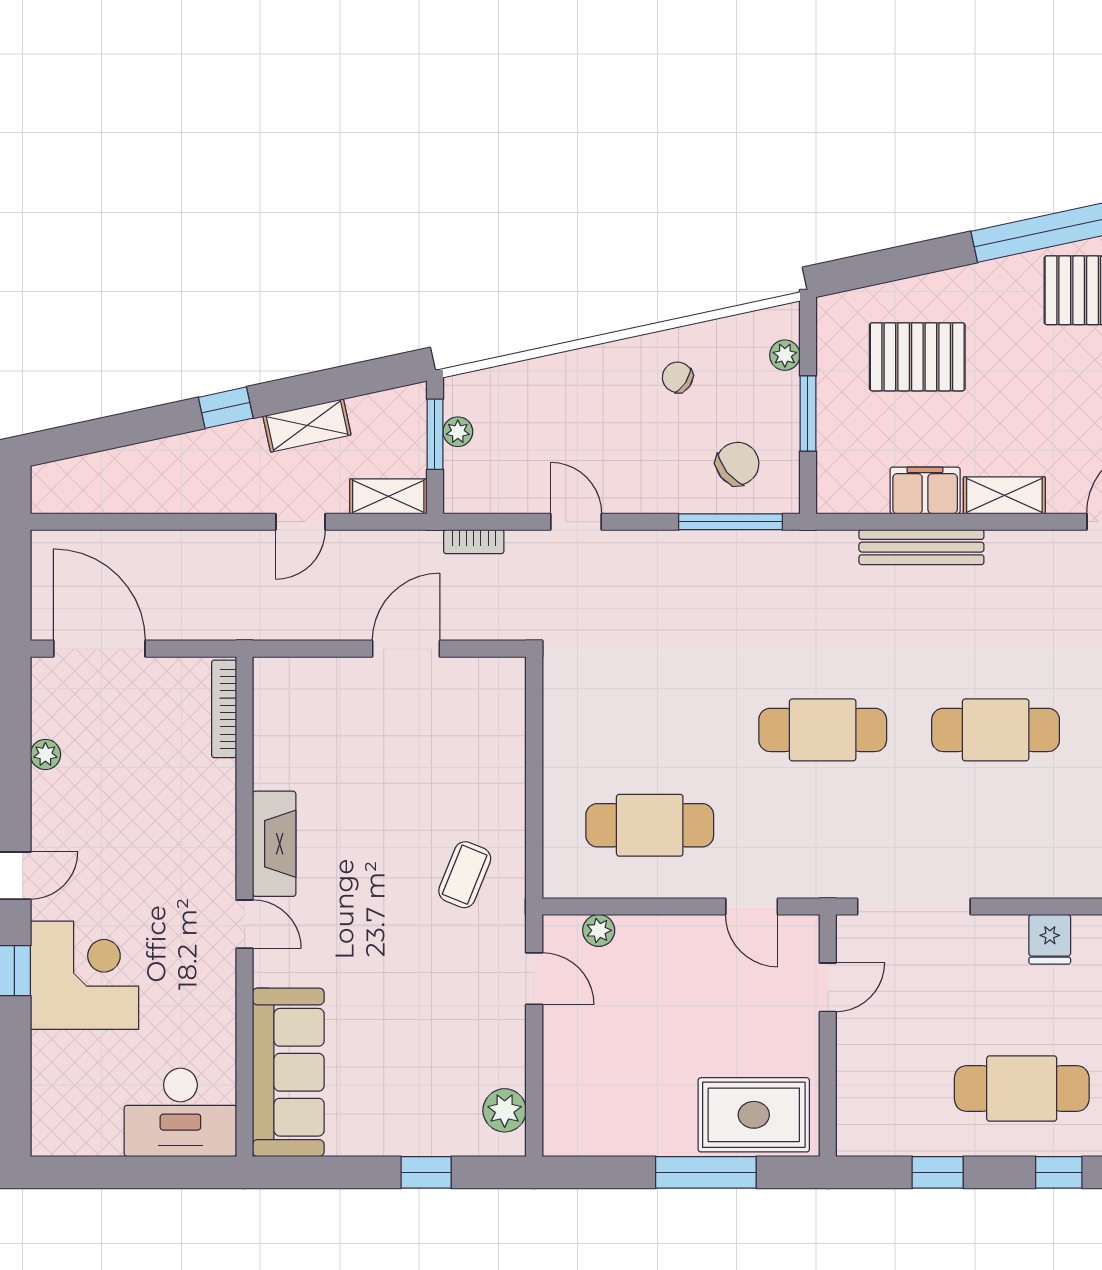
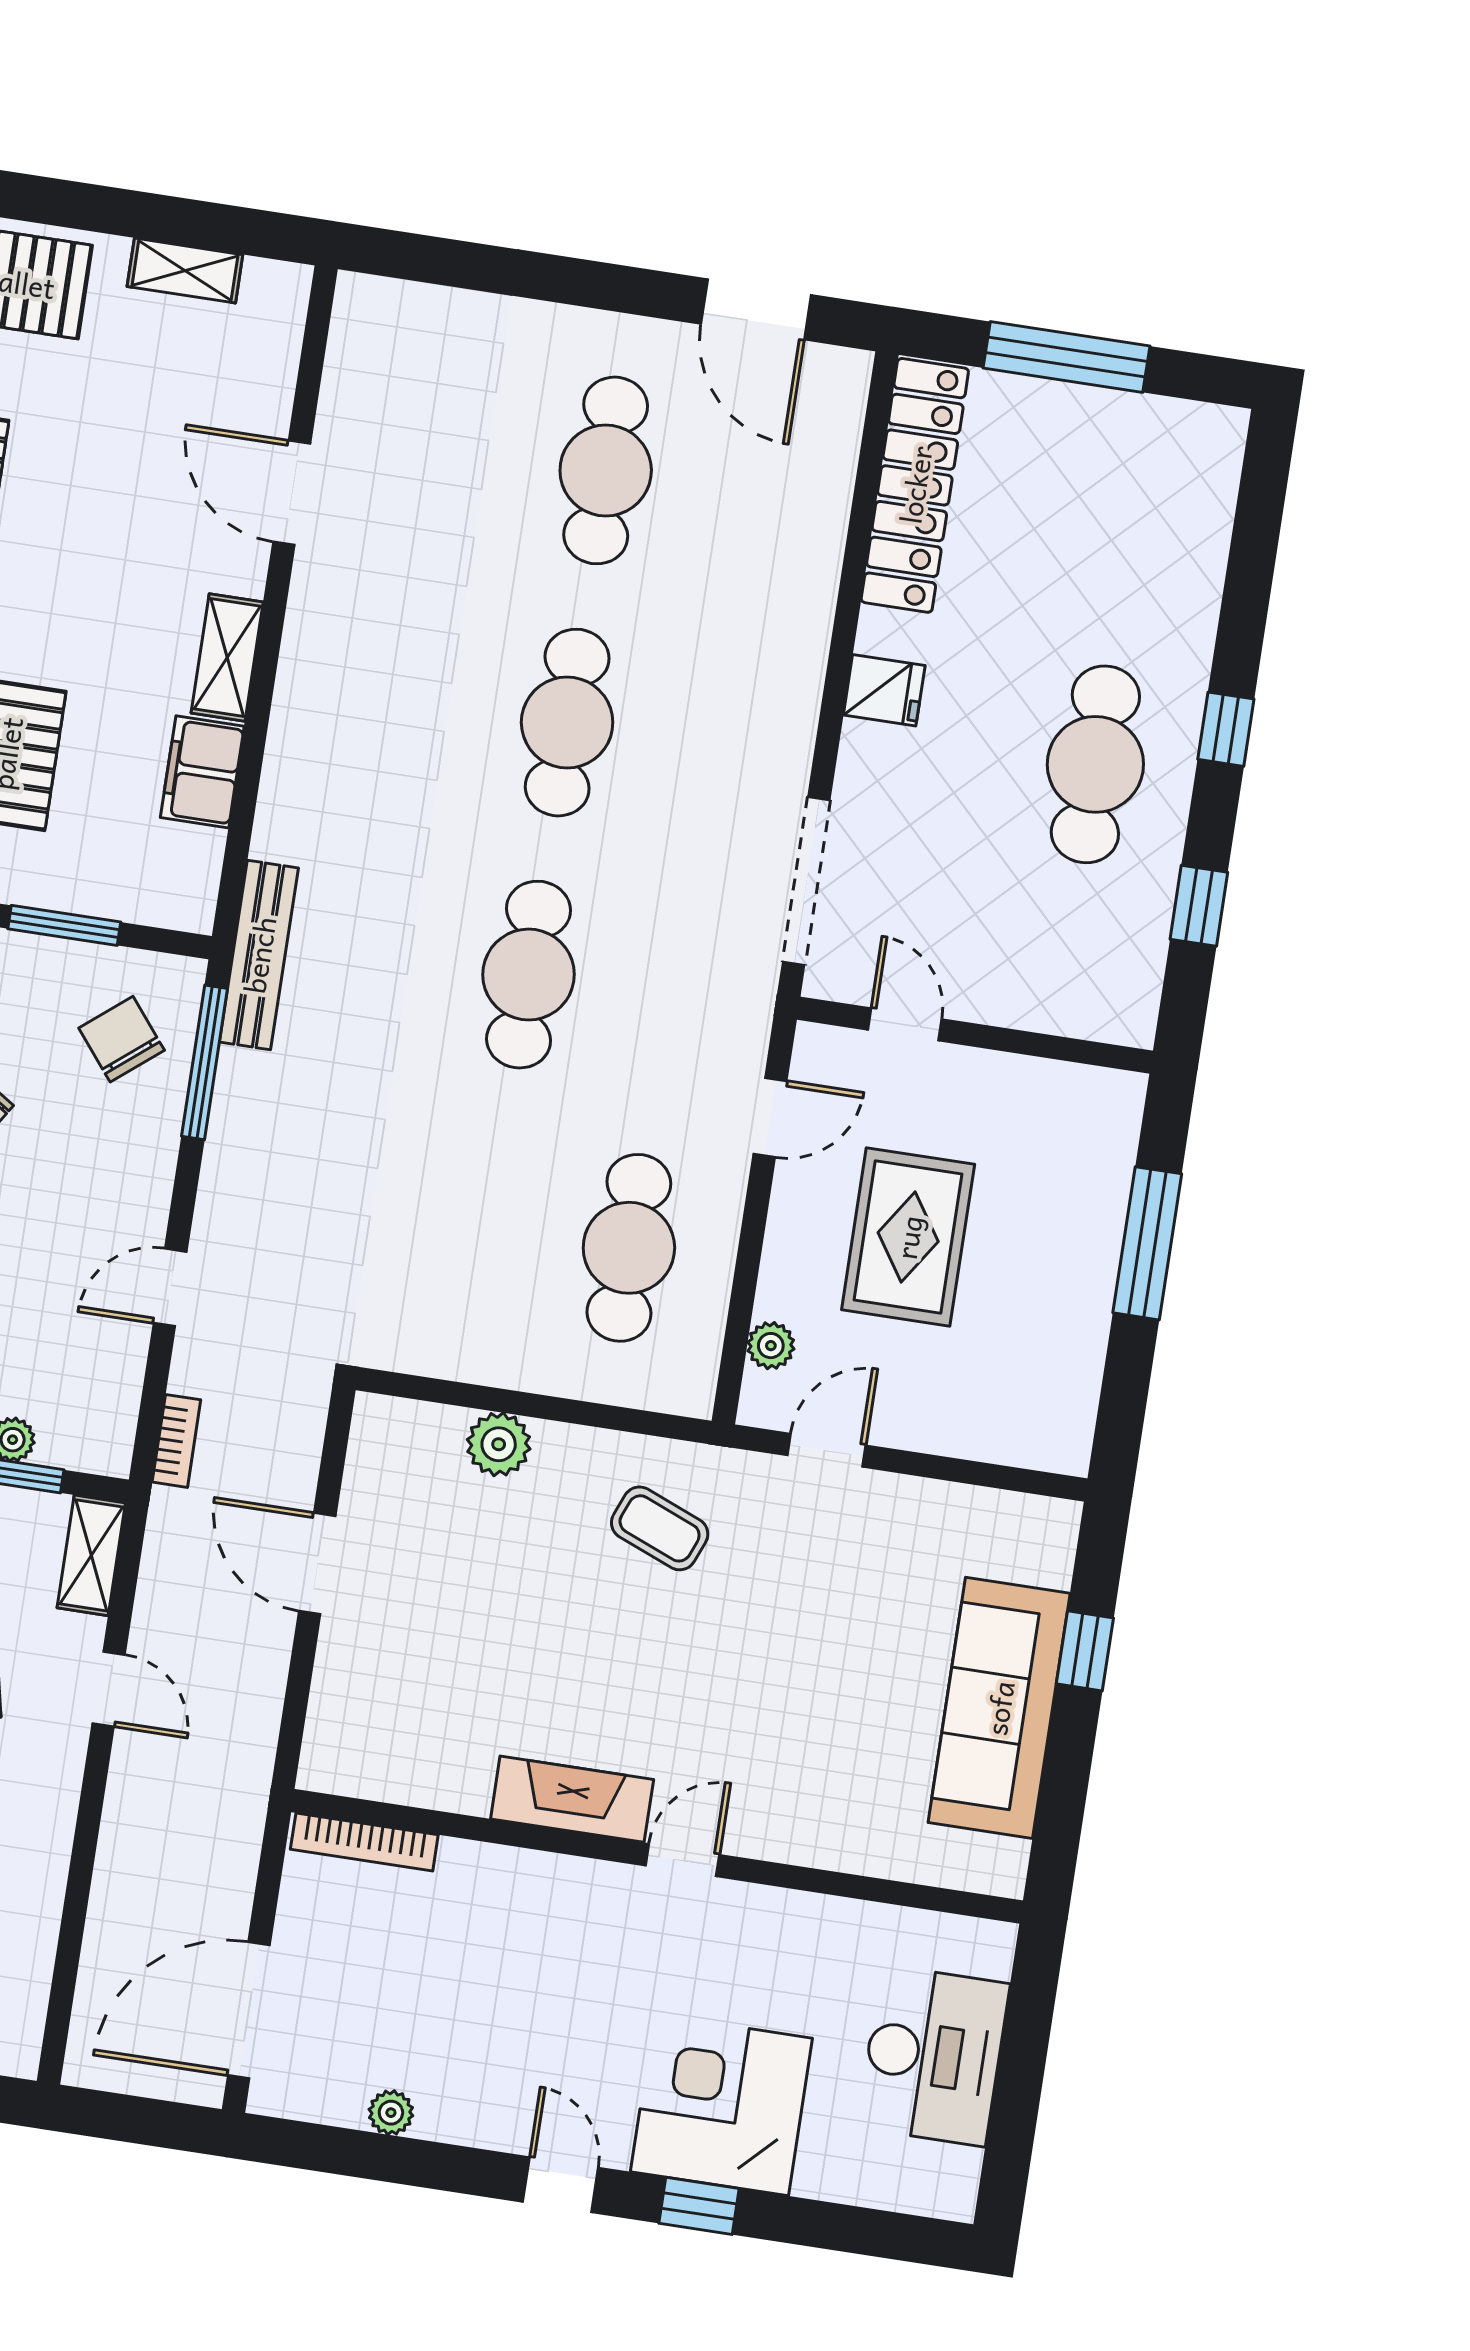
bench: (921, 547) -> (259, 955), moved
sofa: (288, 1072) -> (999, 1708), moved, turned -90
plant: (505, 1110) -> (499, 1444), moved
desk: (180, 1112) -> (933, 2056), moved
rug: (754, 1115) -> (908, 1237), moved

